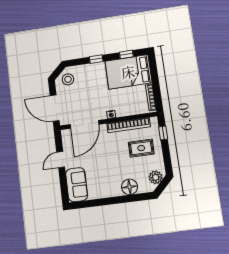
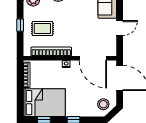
door: (84, 124) -> (93, 58), swing flipped
window: (163, 133) -> (20, 25), moved

